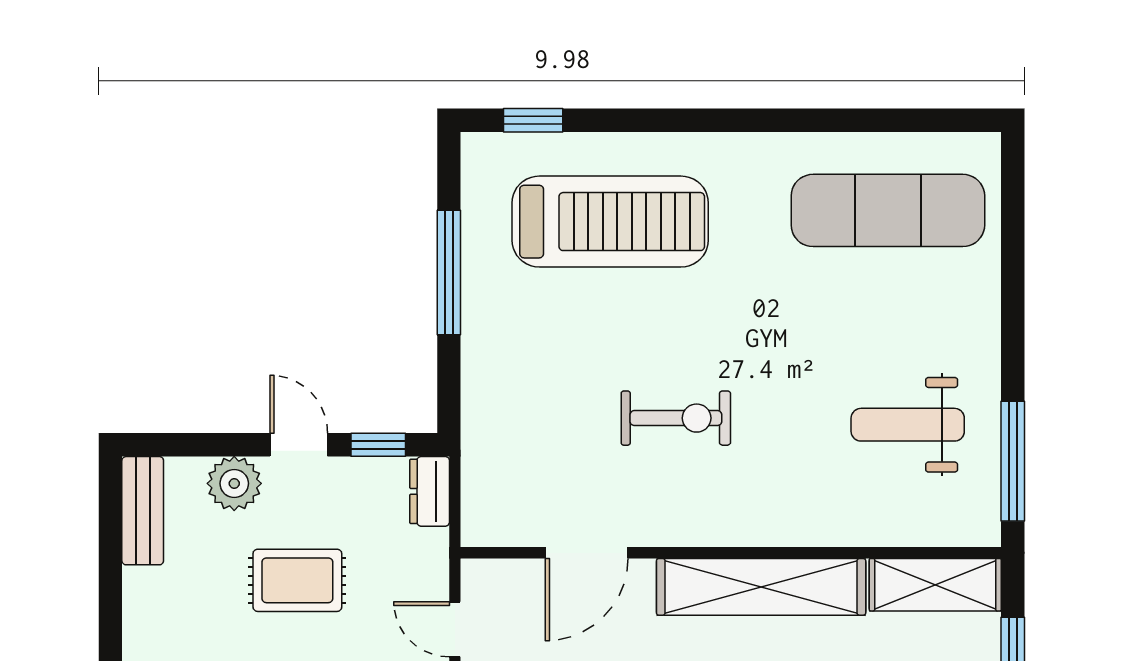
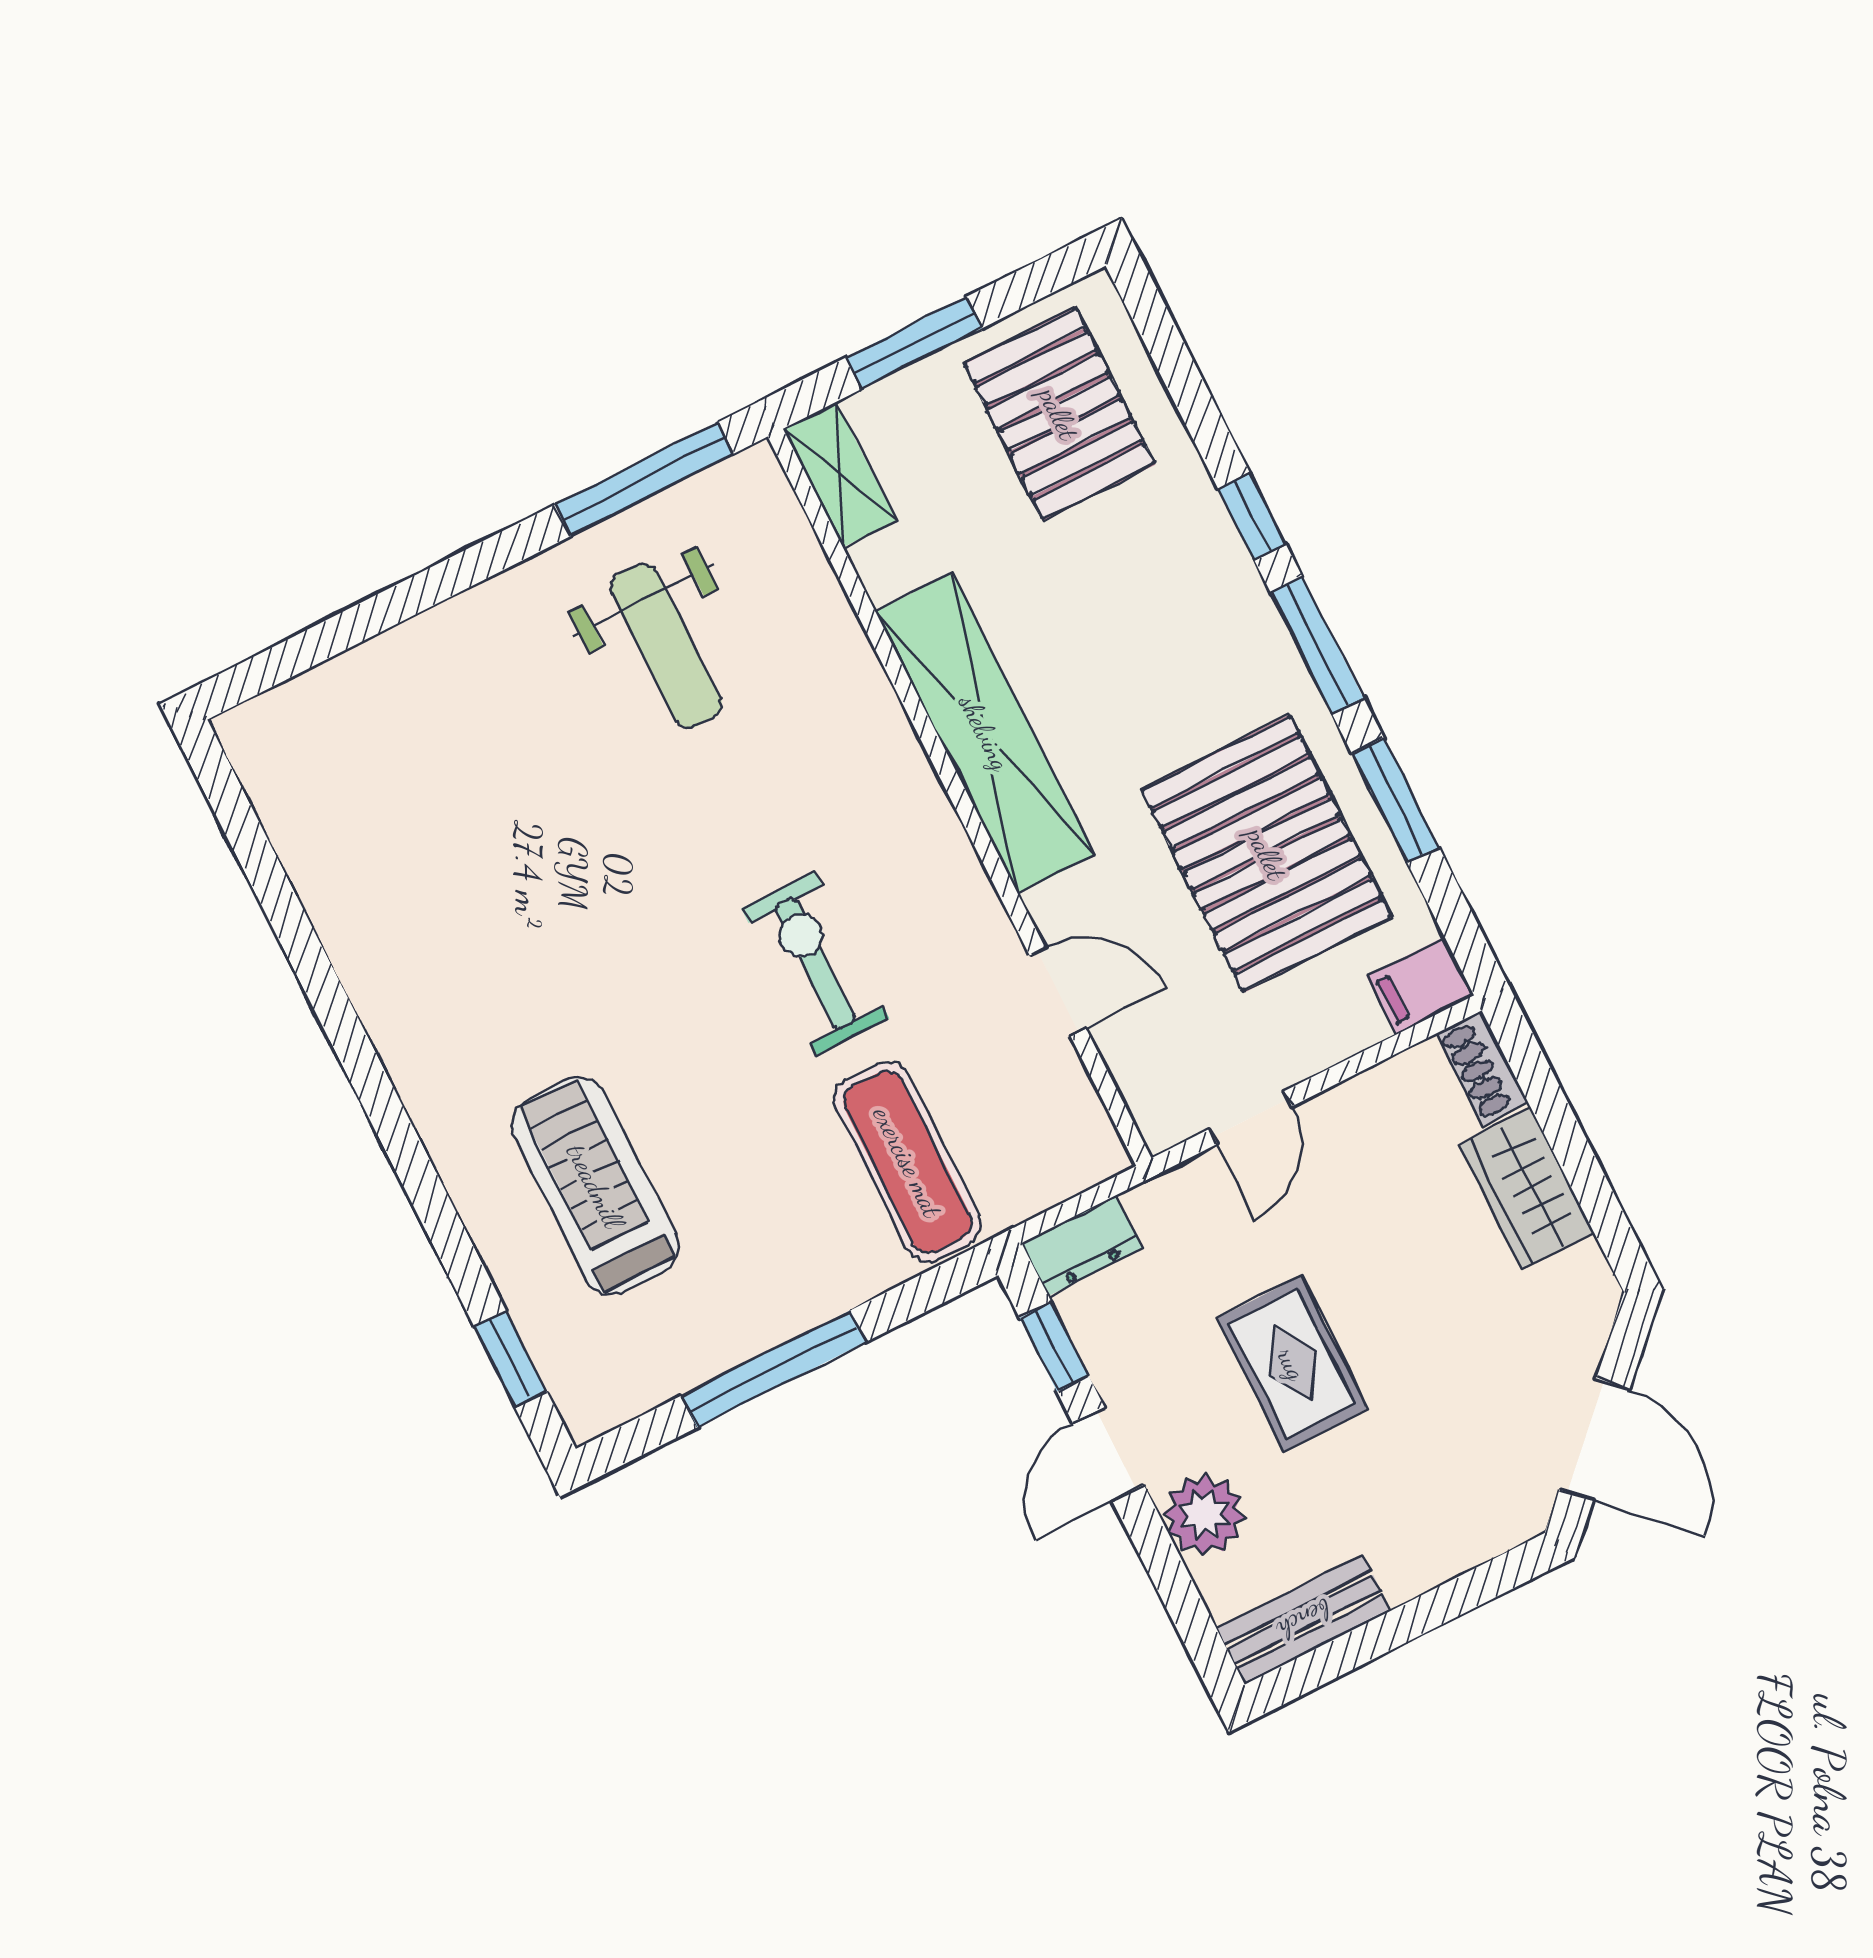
exercise mat: (888, 210) -> (908, 1162), moved, width x0.73, depth x0.69
treadmill: (610, 222) -> (595, 1186), width x0.73, depth x0.73
door: (587, 553) -> (1058, 992), width x0.73
shelving: (935, 585) -> (840, 475), width x0.67, depth x0.75

